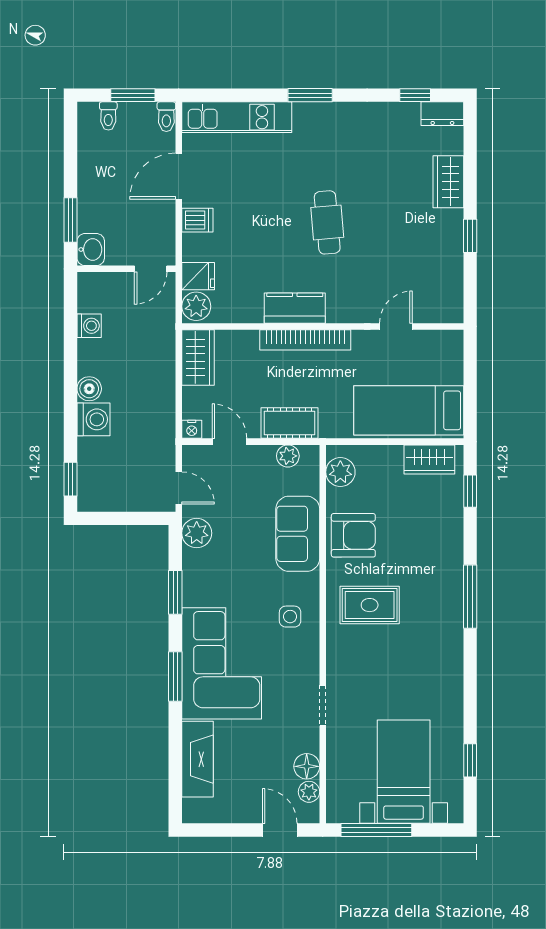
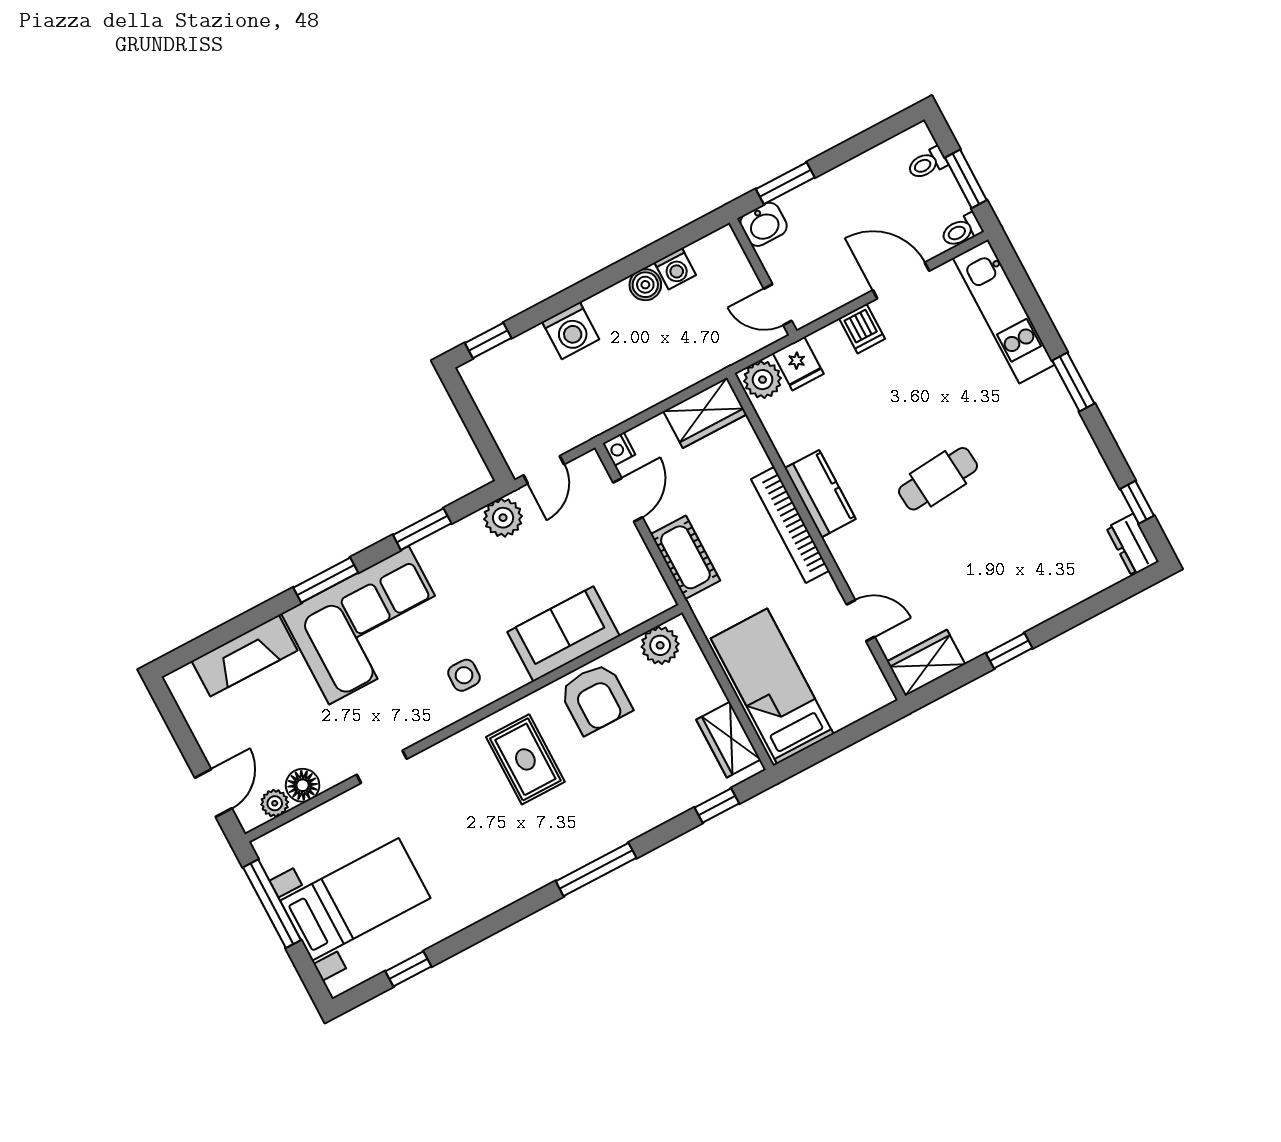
wardrobe: (448, 182) -> (926, 663), moved
boiler: (89, 389) -> (645, 285), moved
plant: (288, 456) -> (647, 575), removed

